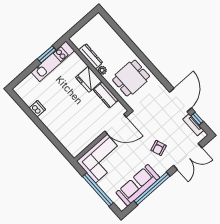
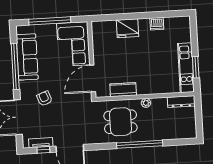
window: (137, 51) -> (140, 144), added
dresser: (91, 56) -> (181, 102), moved
dining table: (131, 78) -> (121, 122), turned 90
fridge: (89, 79) -> (127, 28), moved, turned 180

